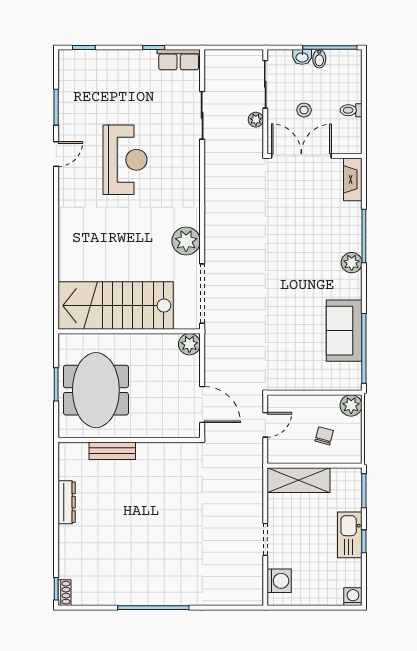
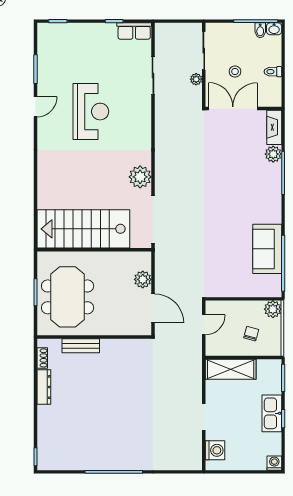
washbasin: (302, 57) -> (274, 29), moved
bidet: (319, 59) -> (260, 30), moved
plant: (352, 263) -> (273, 154), moved
plant: (189, 344) -> (143, 279), moved
shoe rack: (64, 593) -> (42, 358), moved

